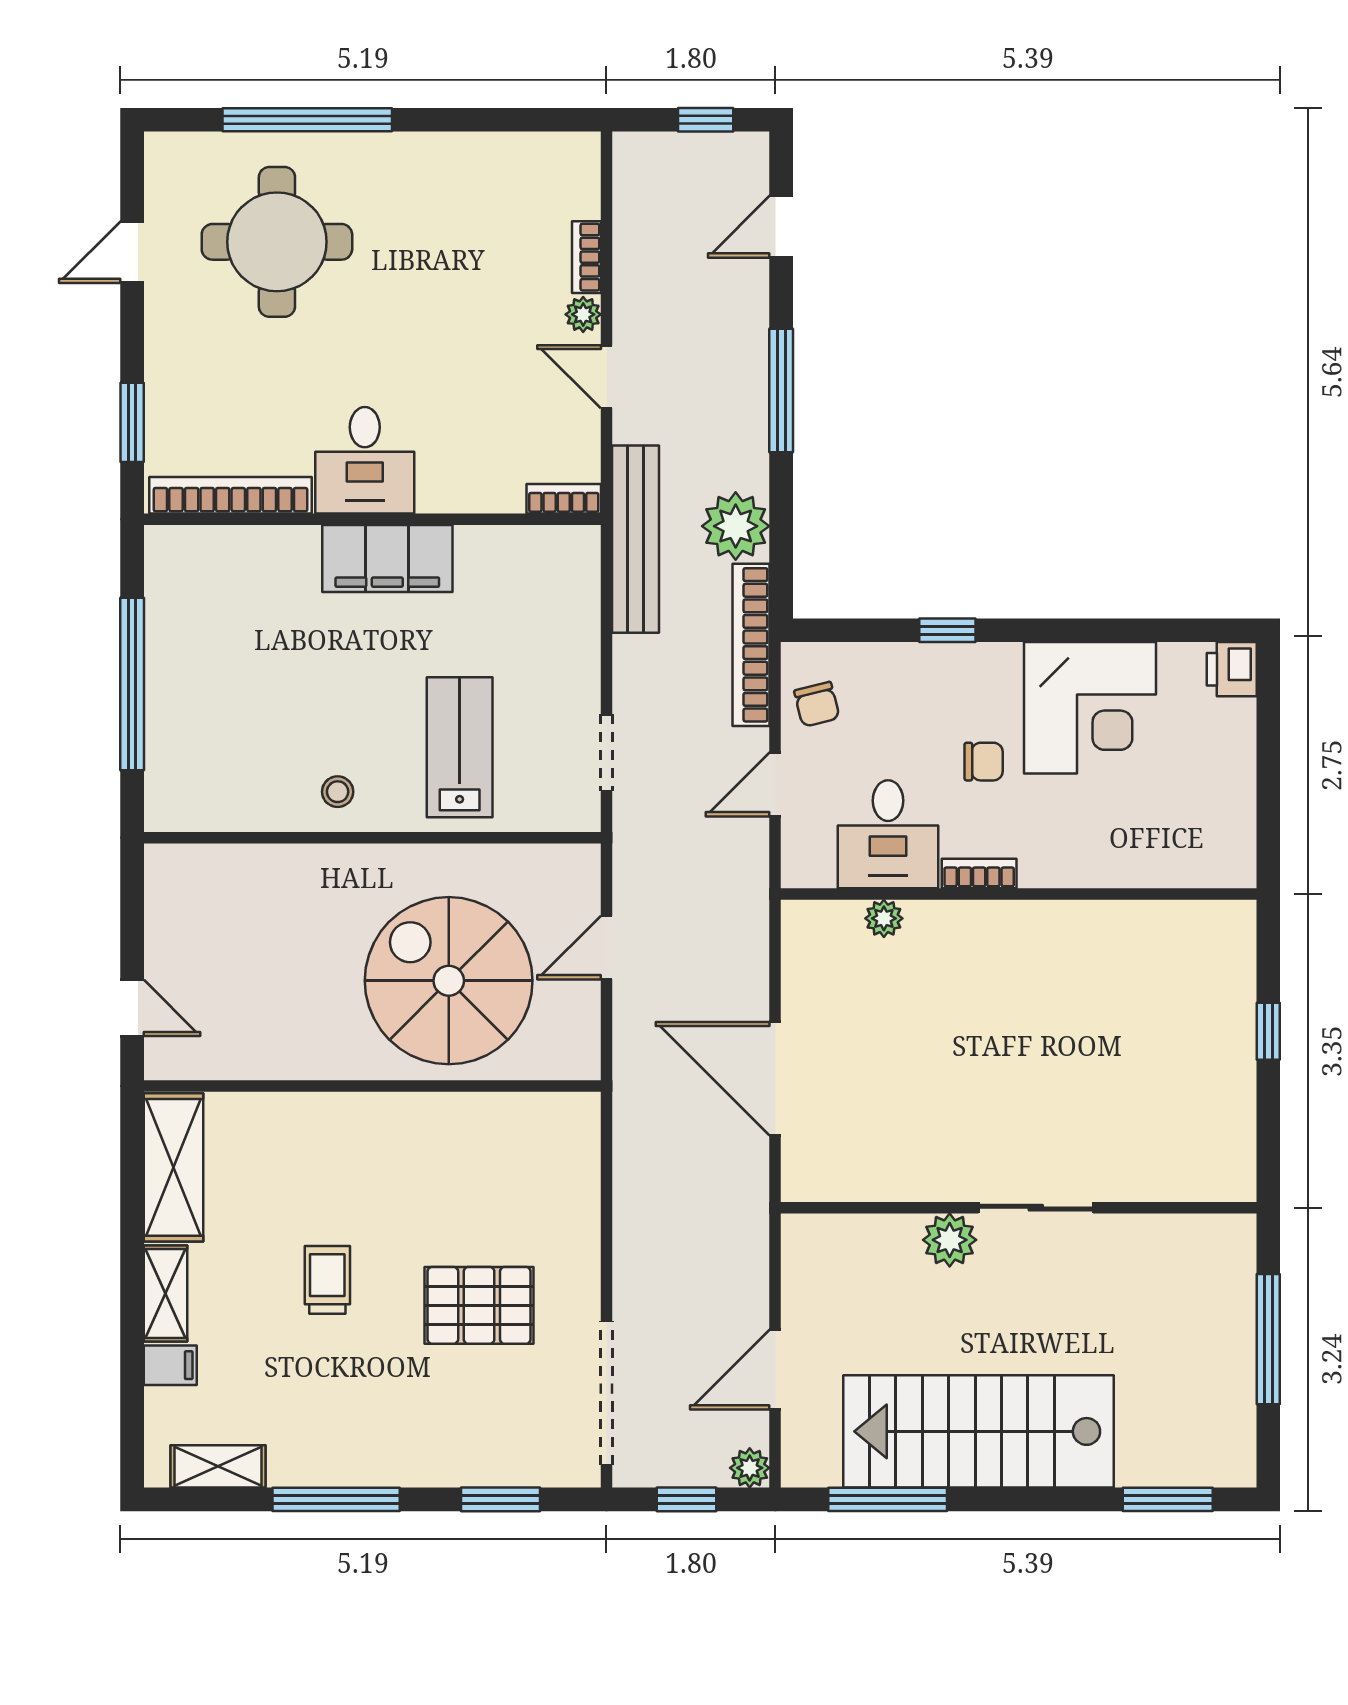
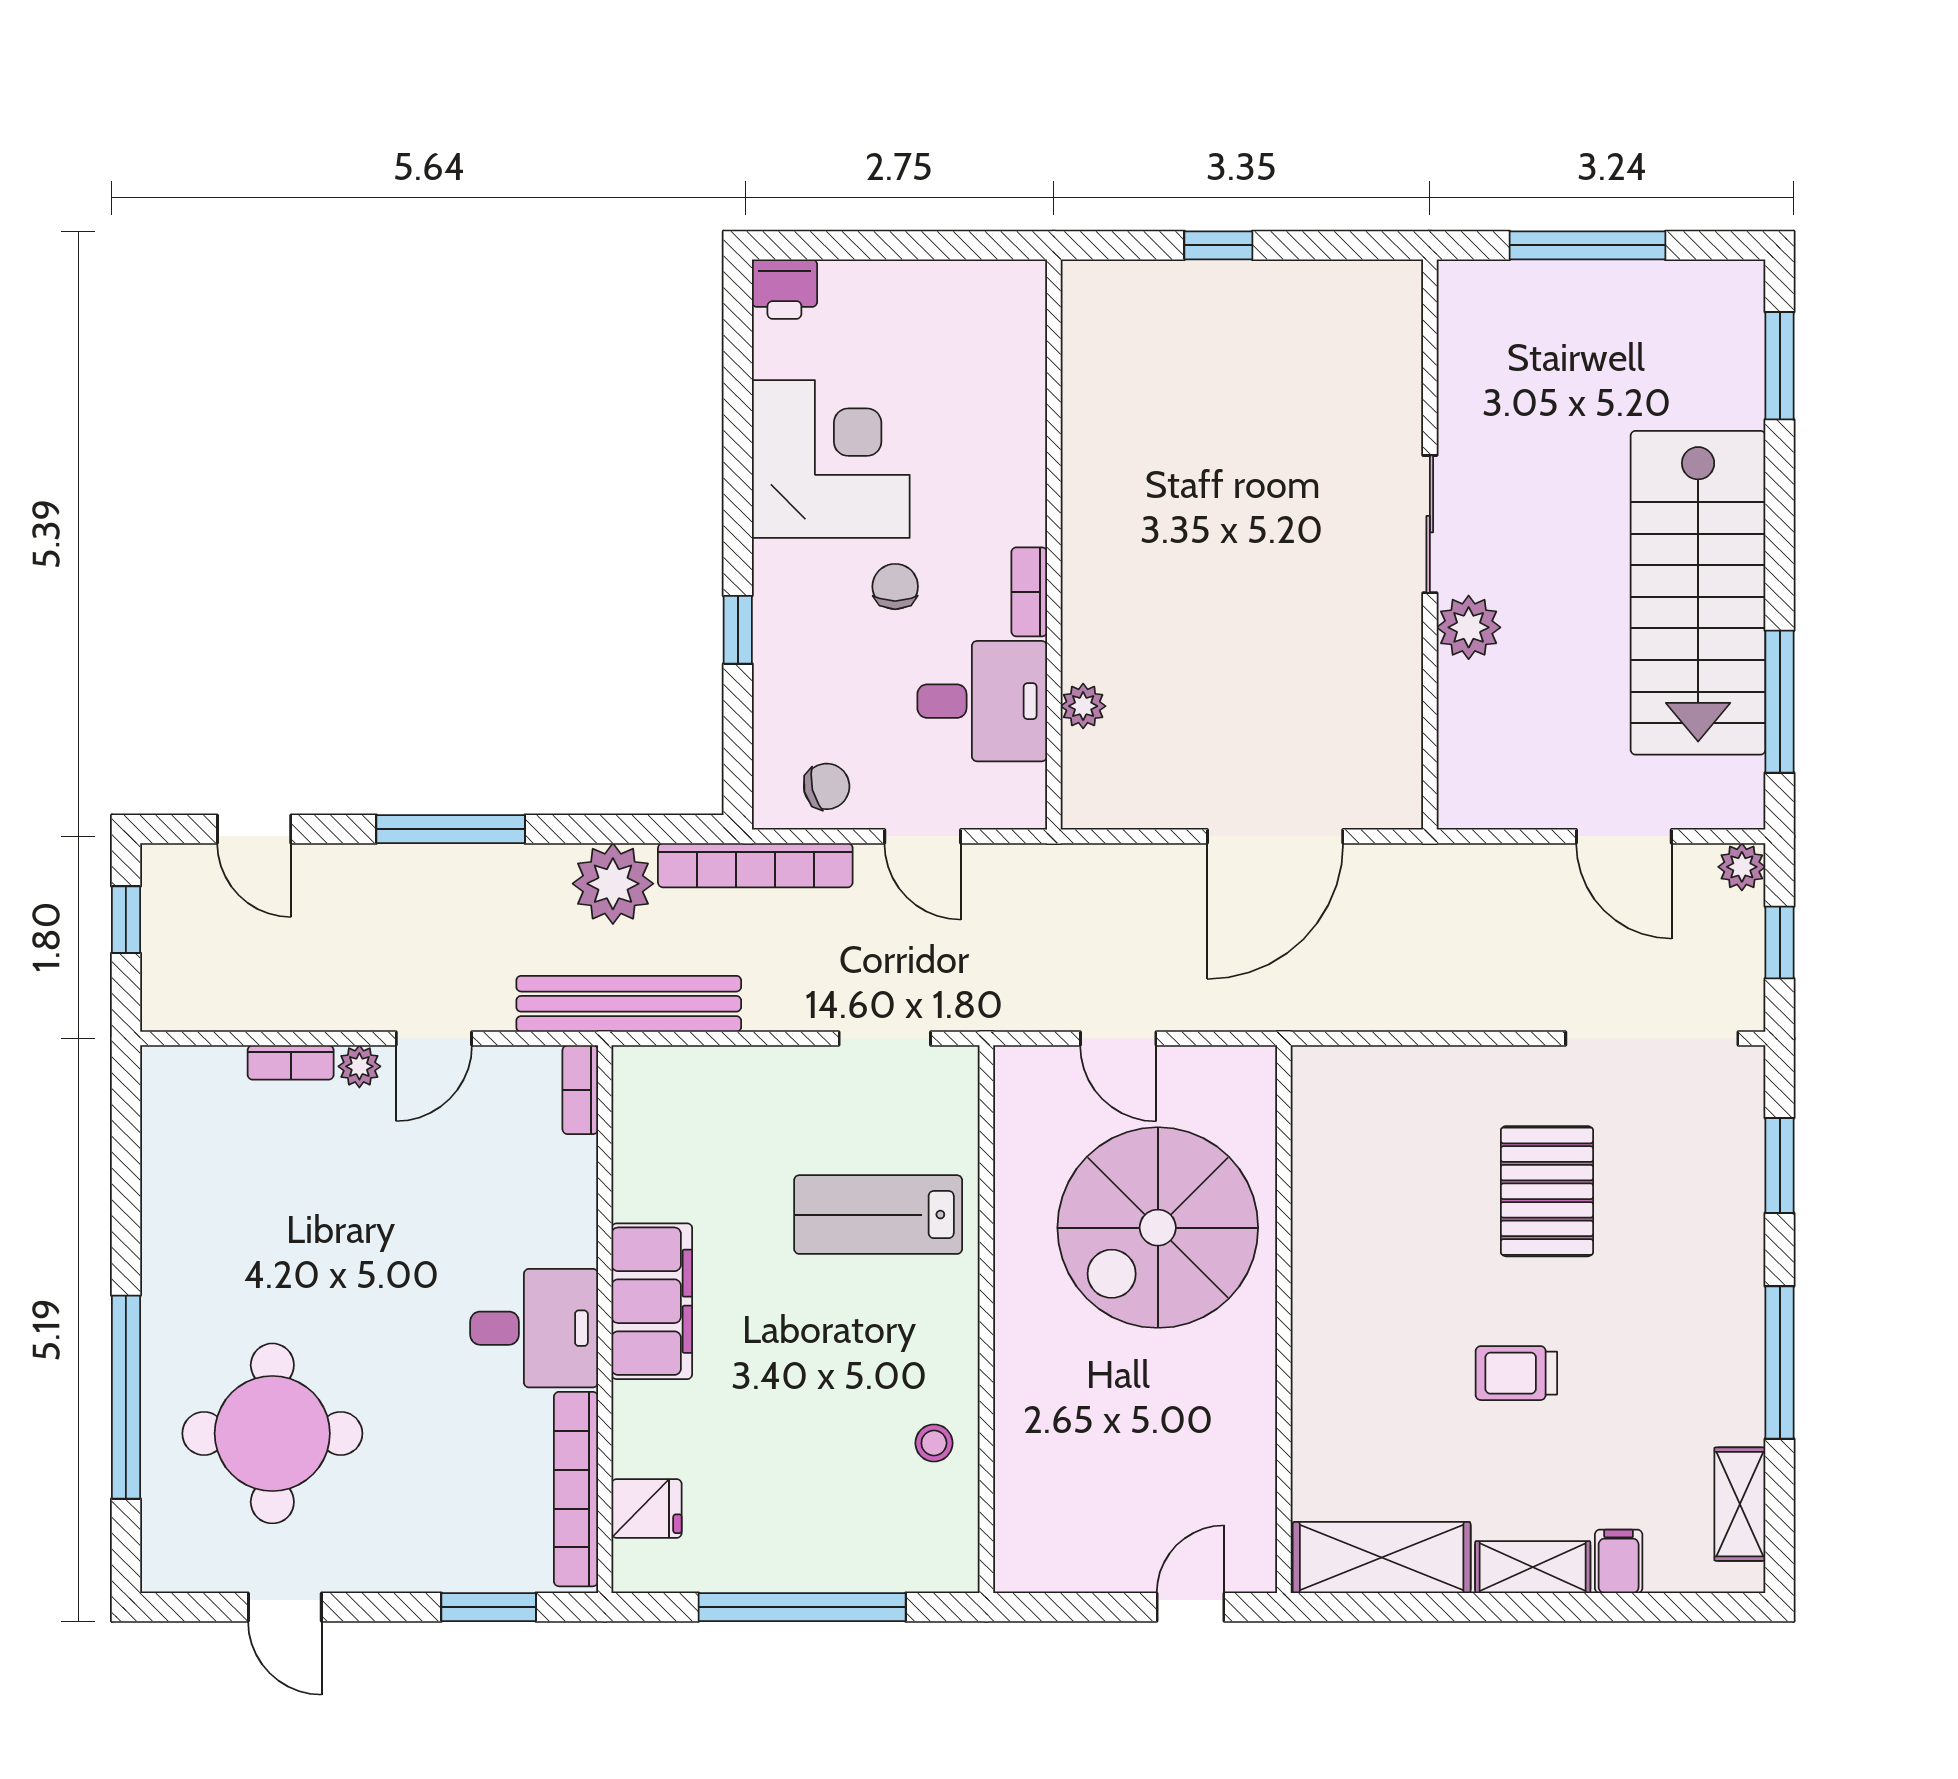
fridge: (214, 554) -> (647, 1508), added
stool: (338, 792) -> (934, 1443), moved

